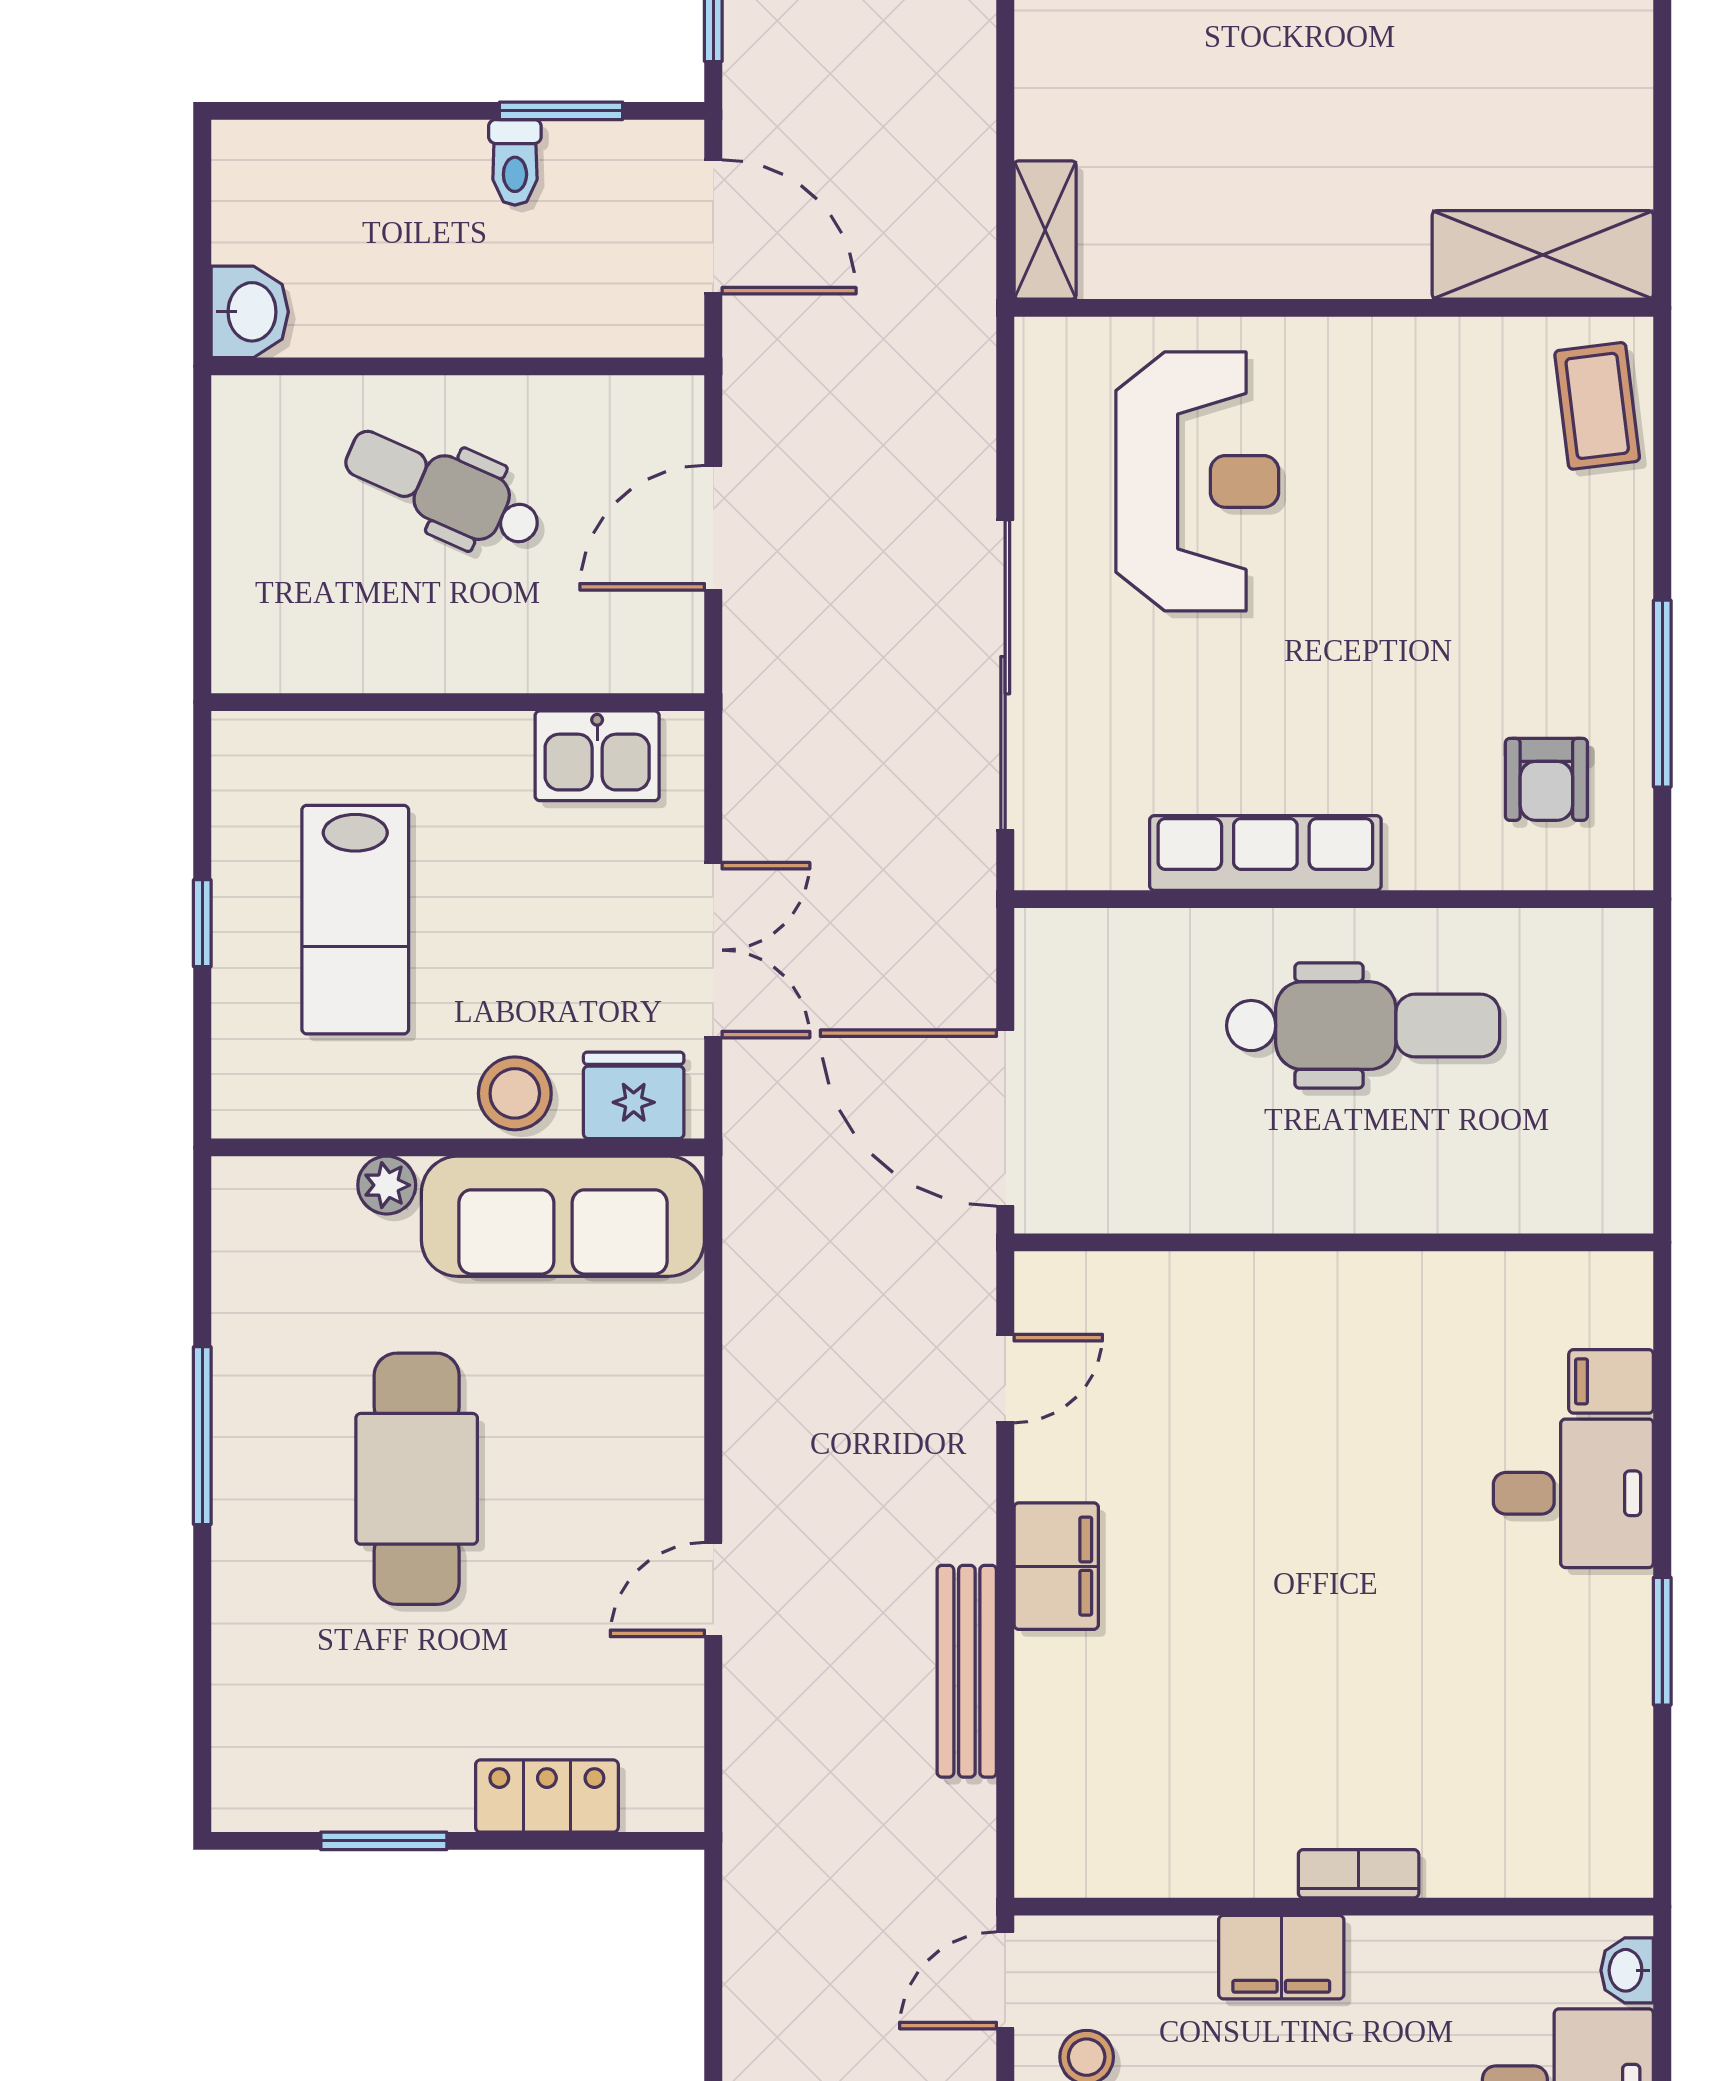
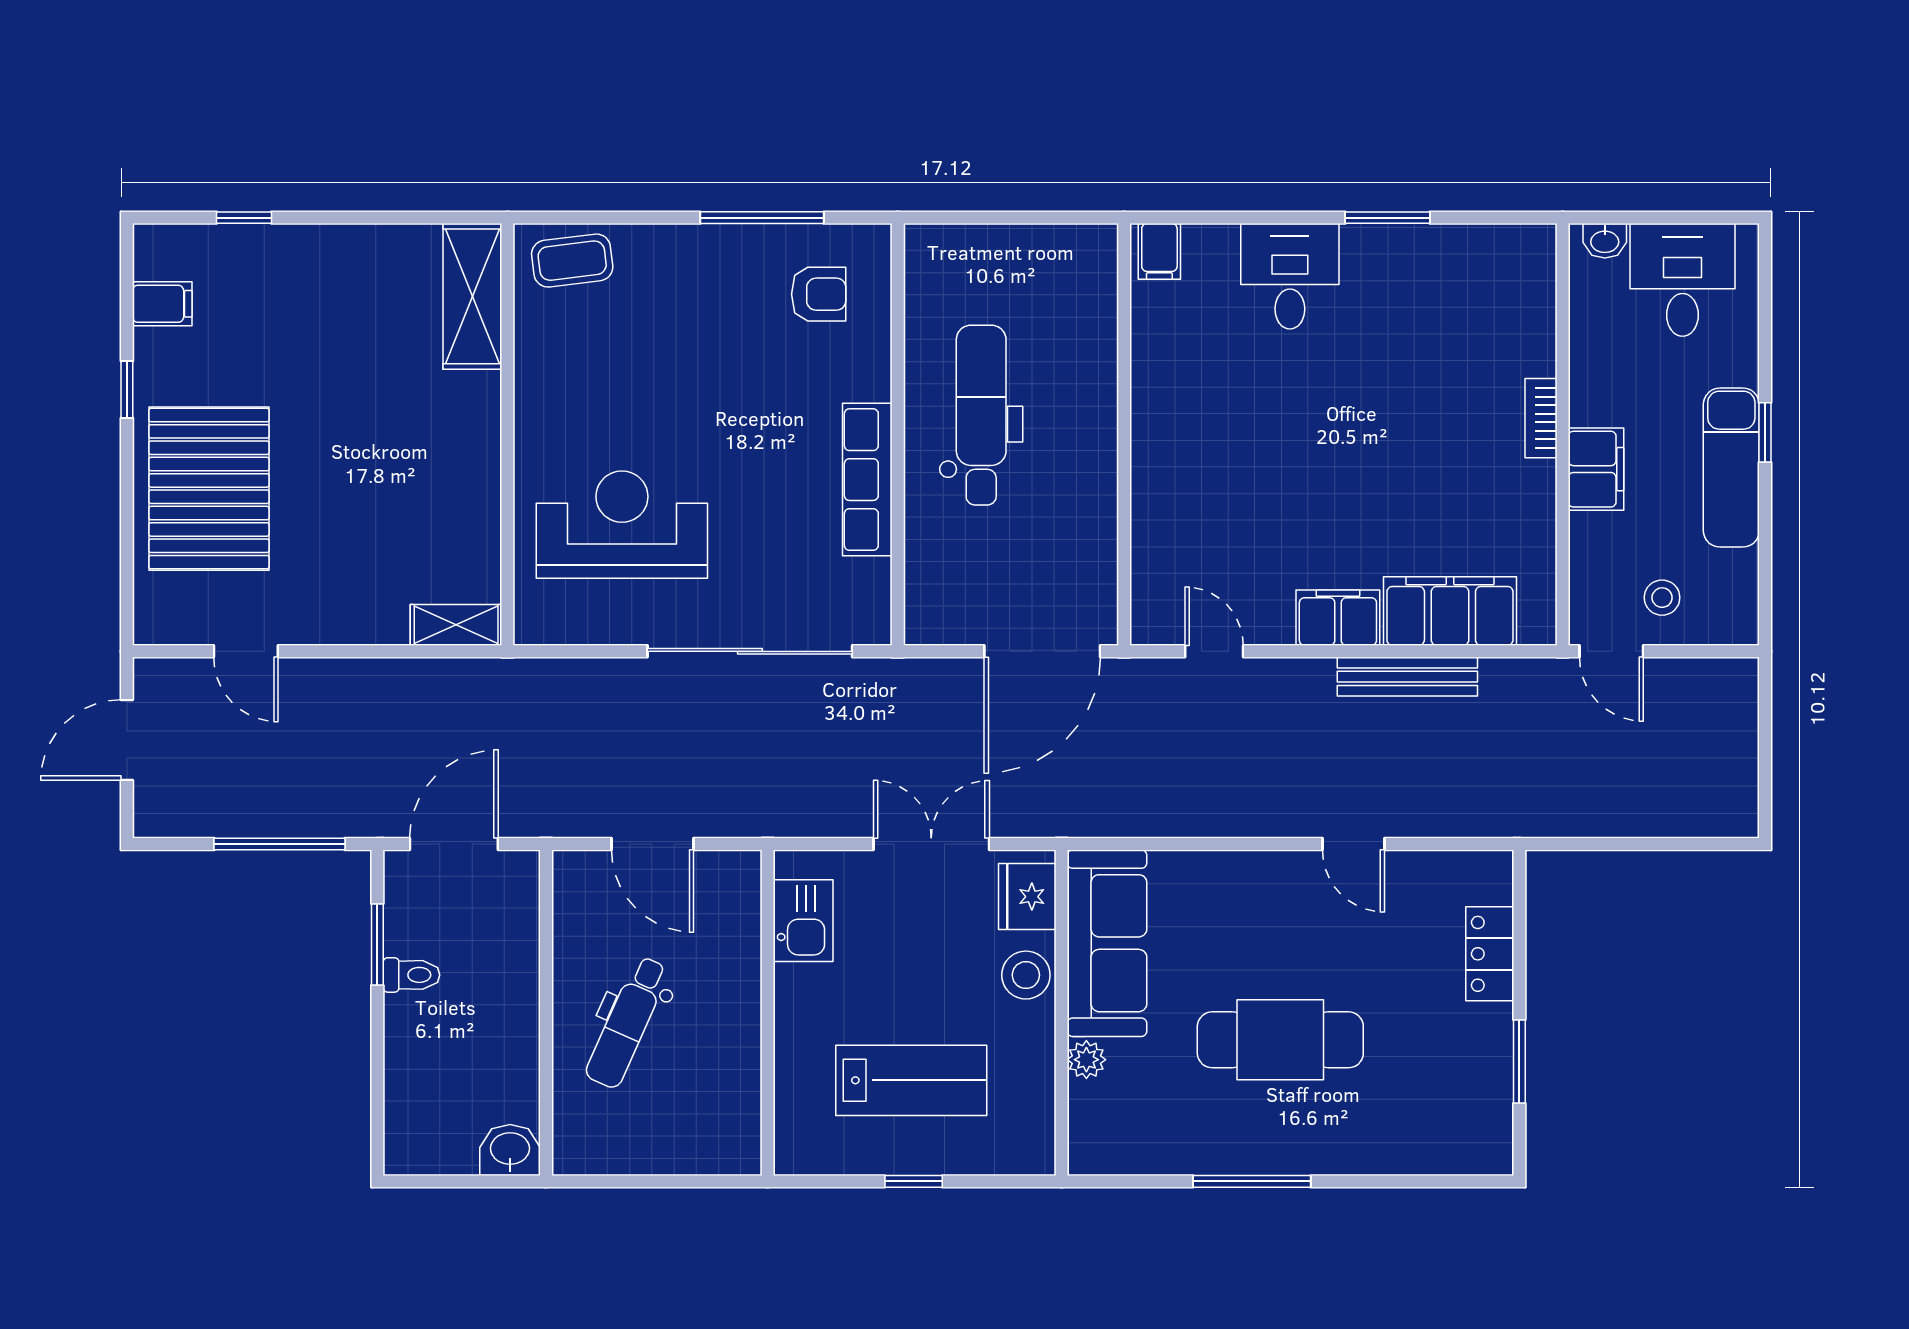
filing cabinet: (1611, 1381) -> (1159, 251), moved
filing cabinet: (1066, 1736) -> (1450, 611), added

